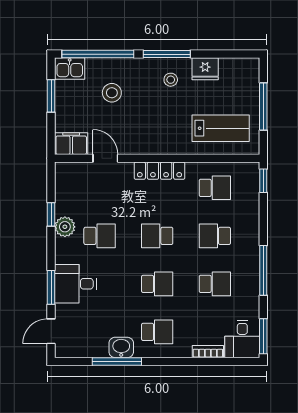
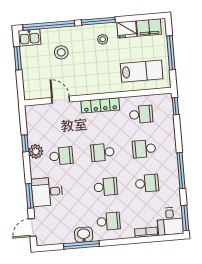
filing cabinet: (71, 144) -> (149, 27), moved, turned 180

